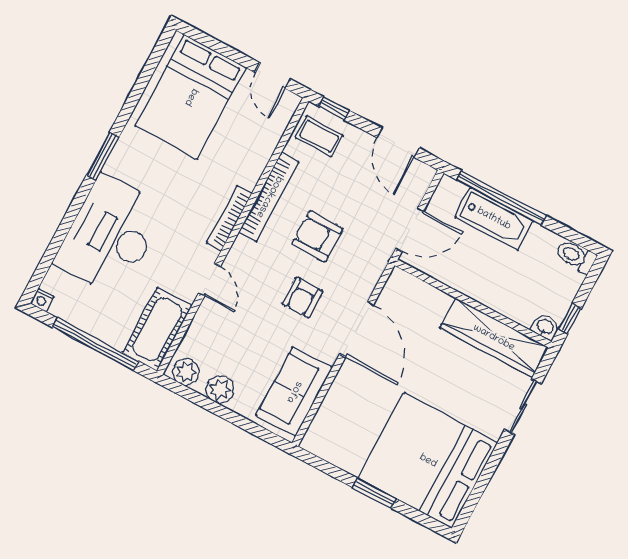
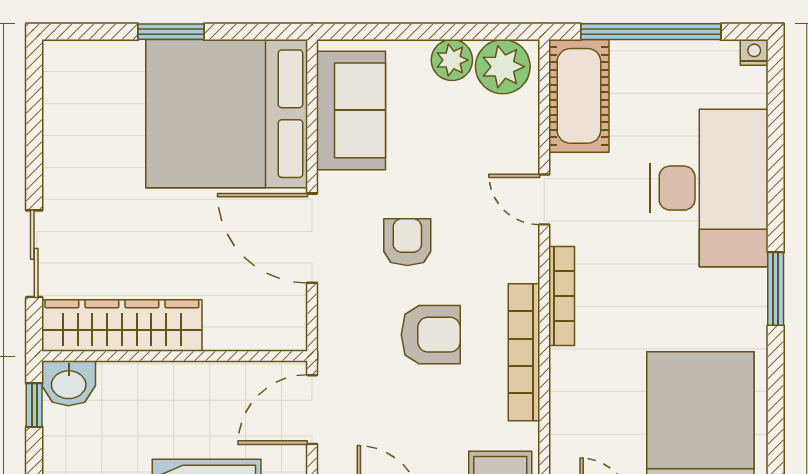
washbasin: (545, 327) -> (69, 383), width x1.38, depth x1.45
plant: (186, 372) -> (503, 67), width x1.36, depth x1.36
bed: (428, 461) -> (227, 114), moved, turned 180

